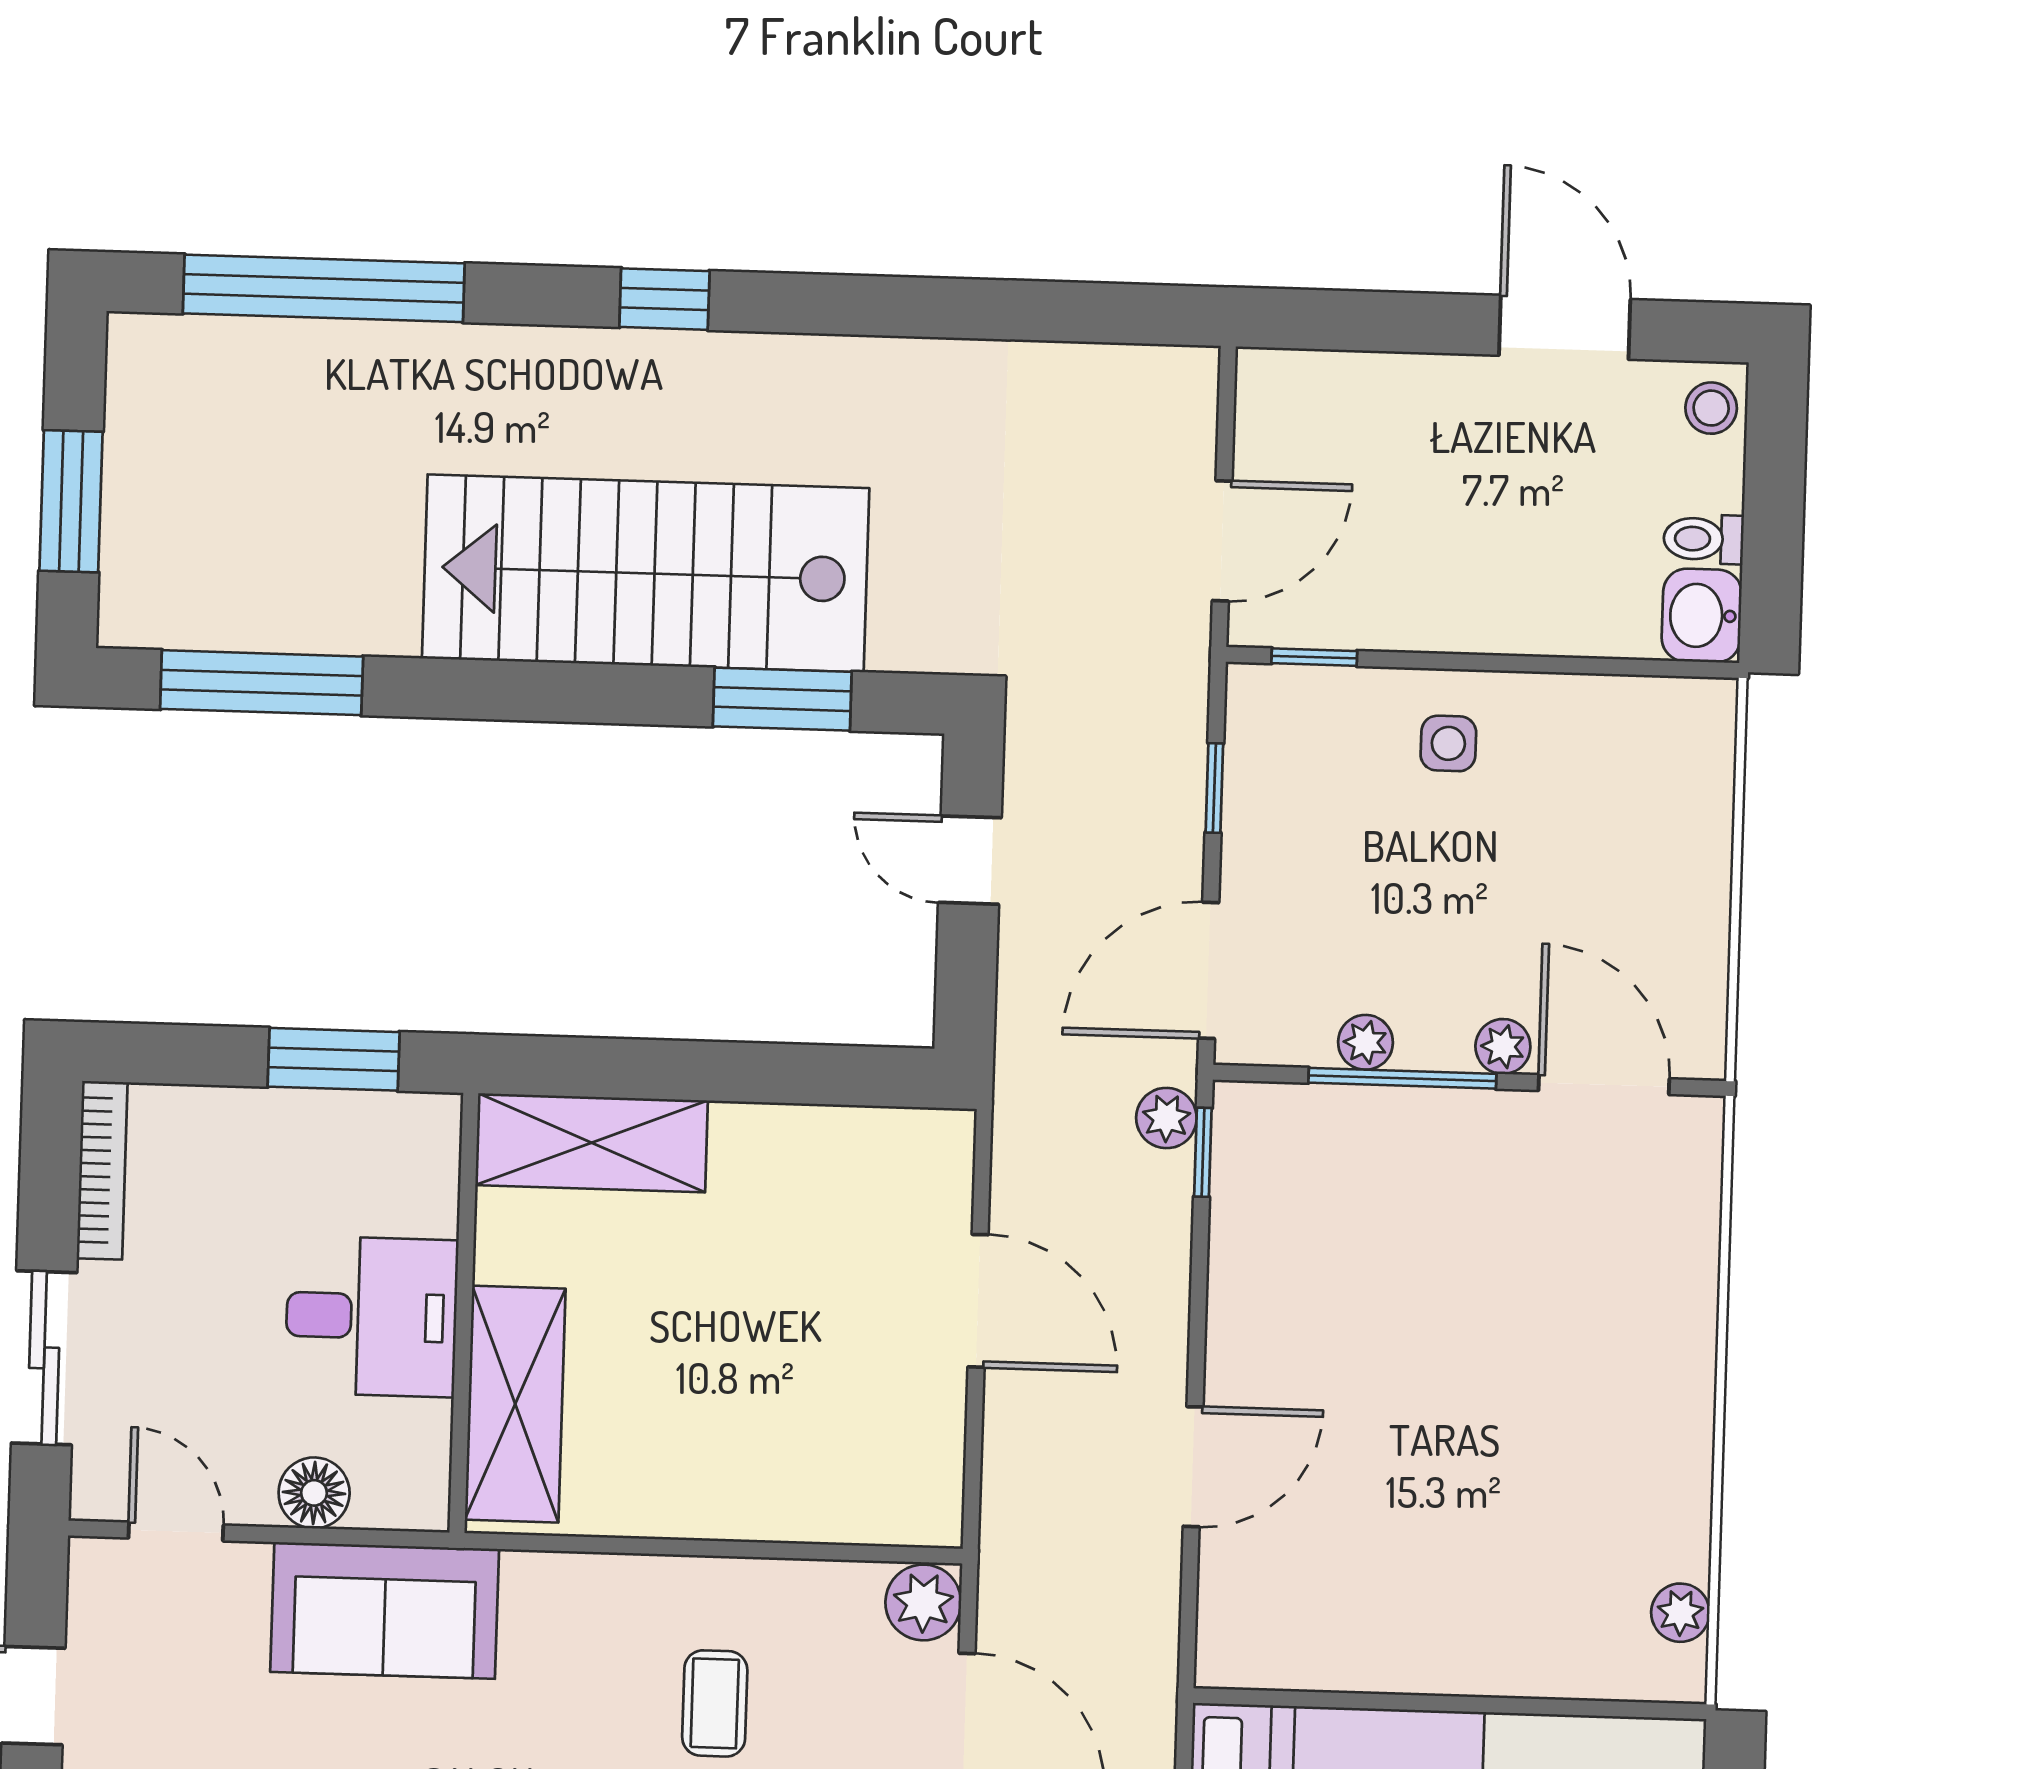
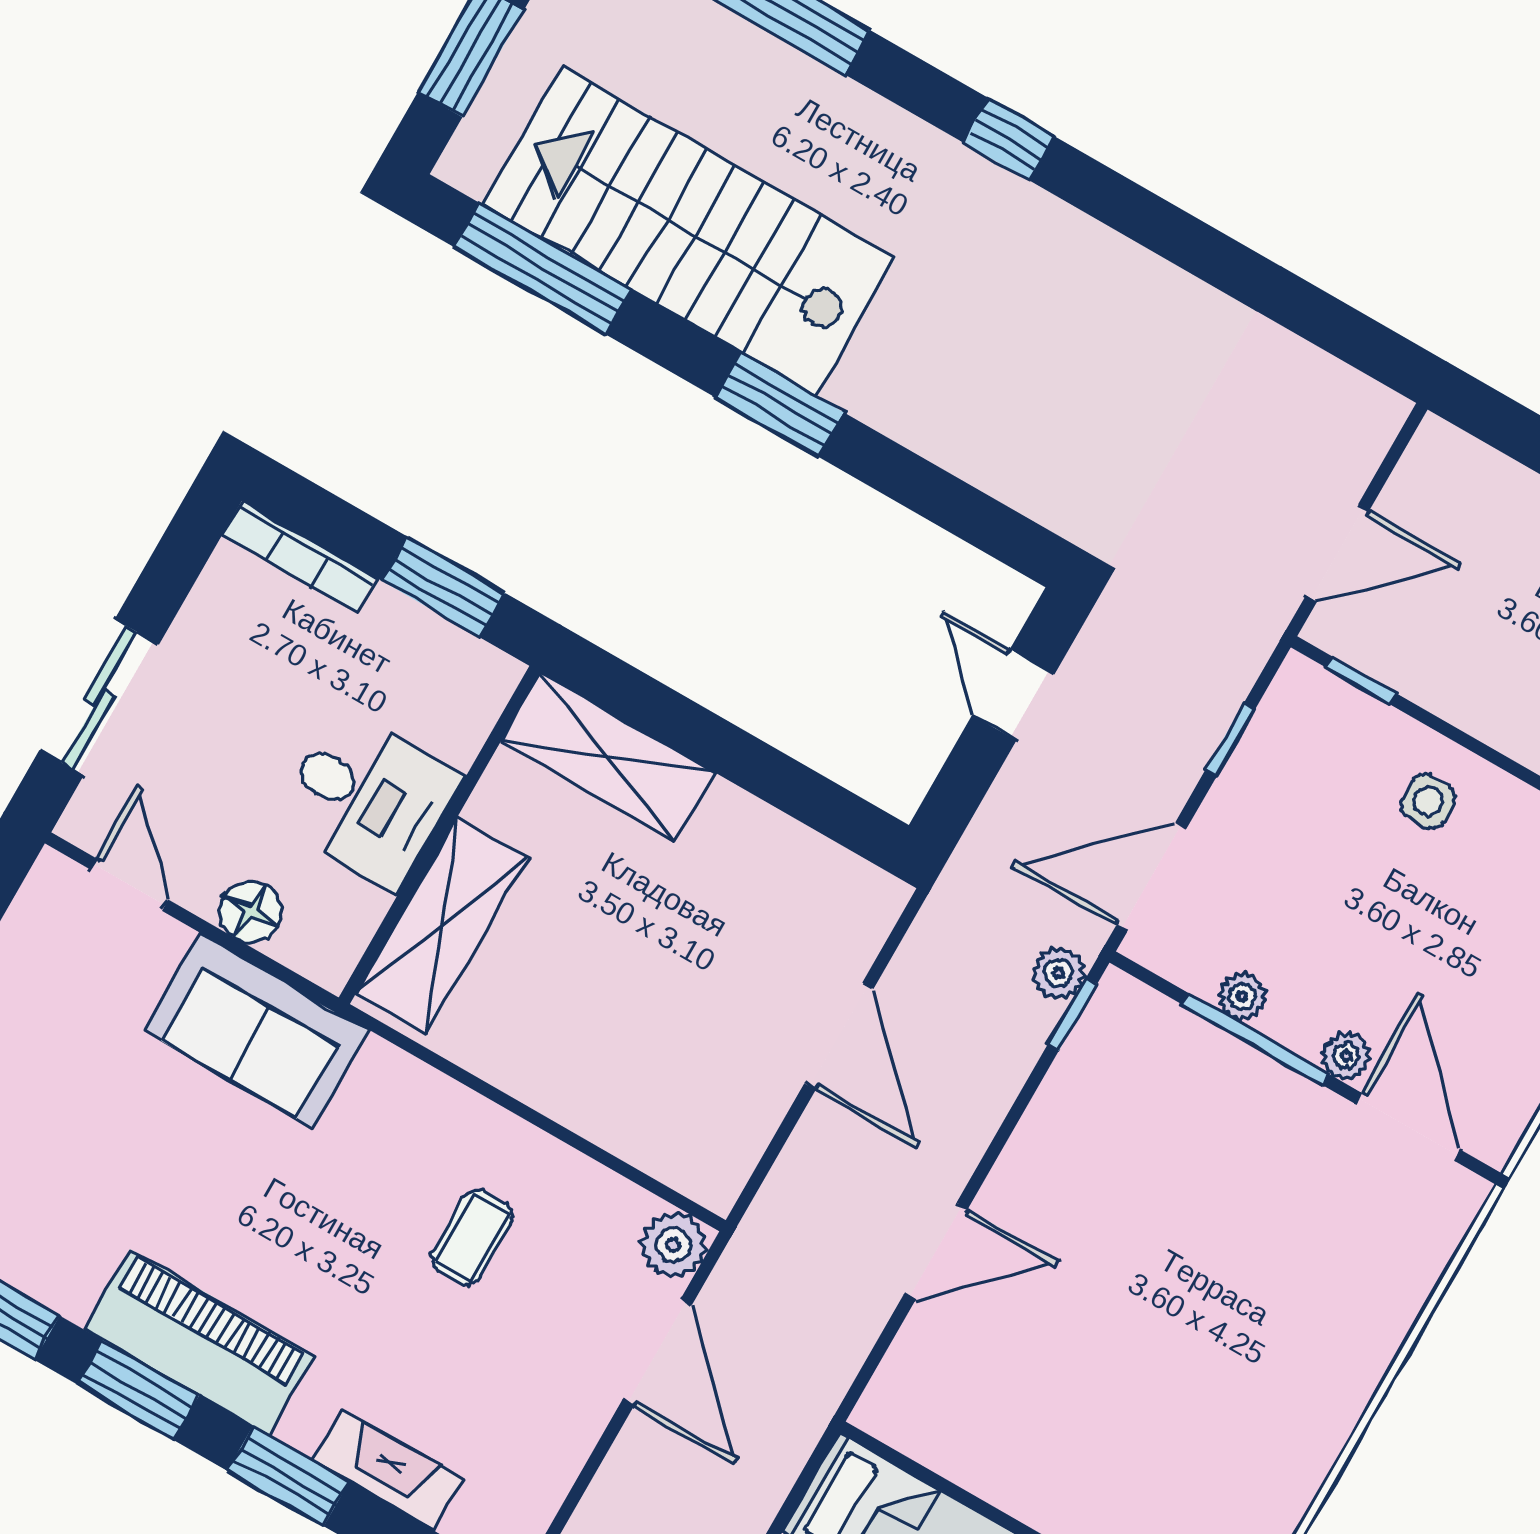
stairs: (646, 573) -> (689, 231), moved
window: (782, 699) -> (779, 405), moved
bookcase: (102, 1170) -> (299, 556), moved, turned 90

